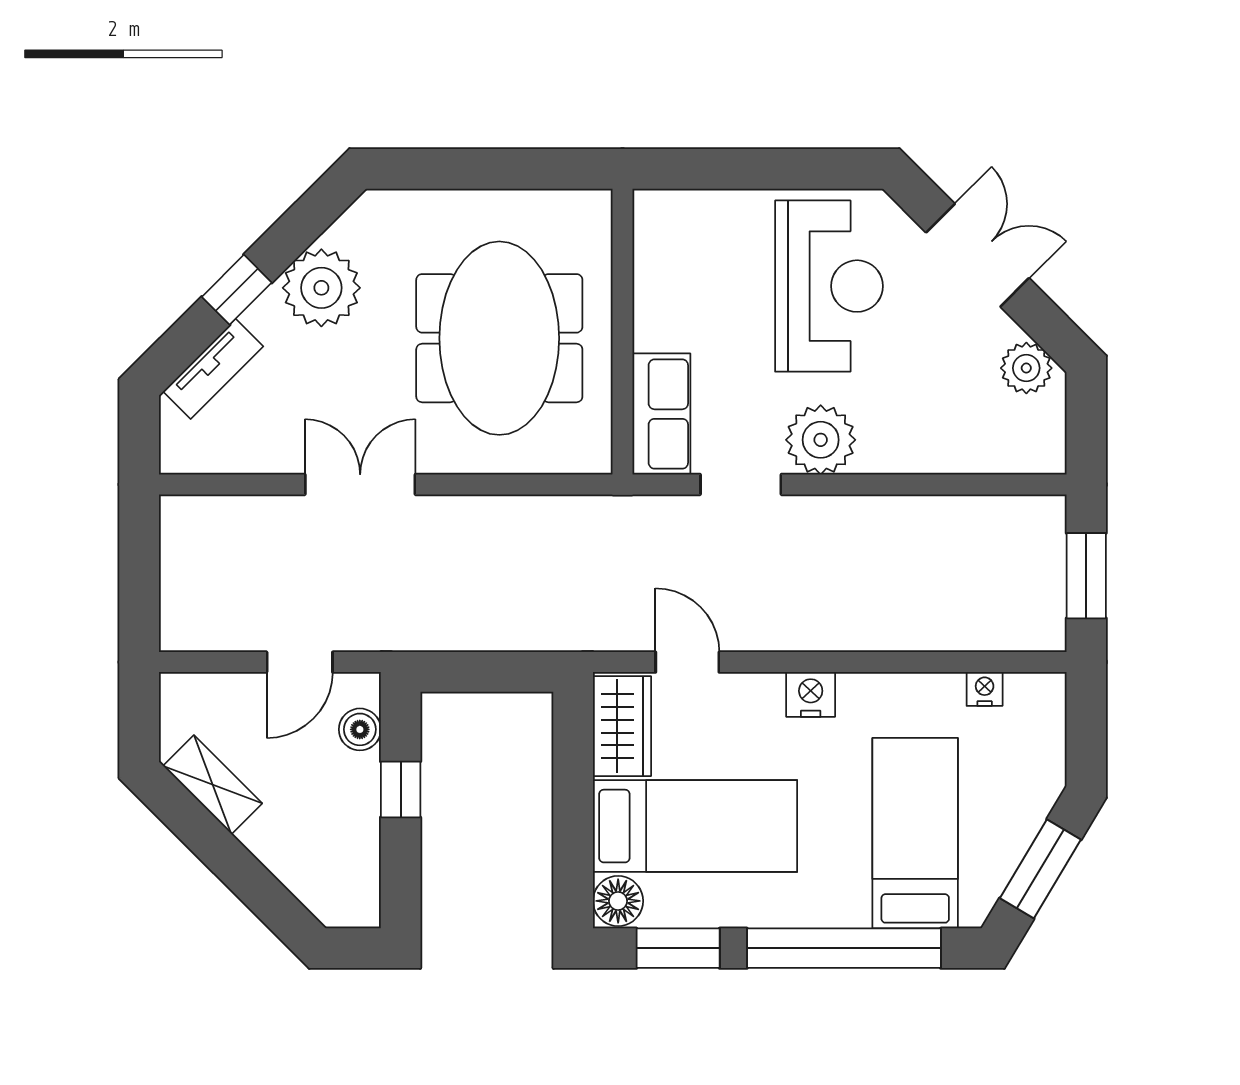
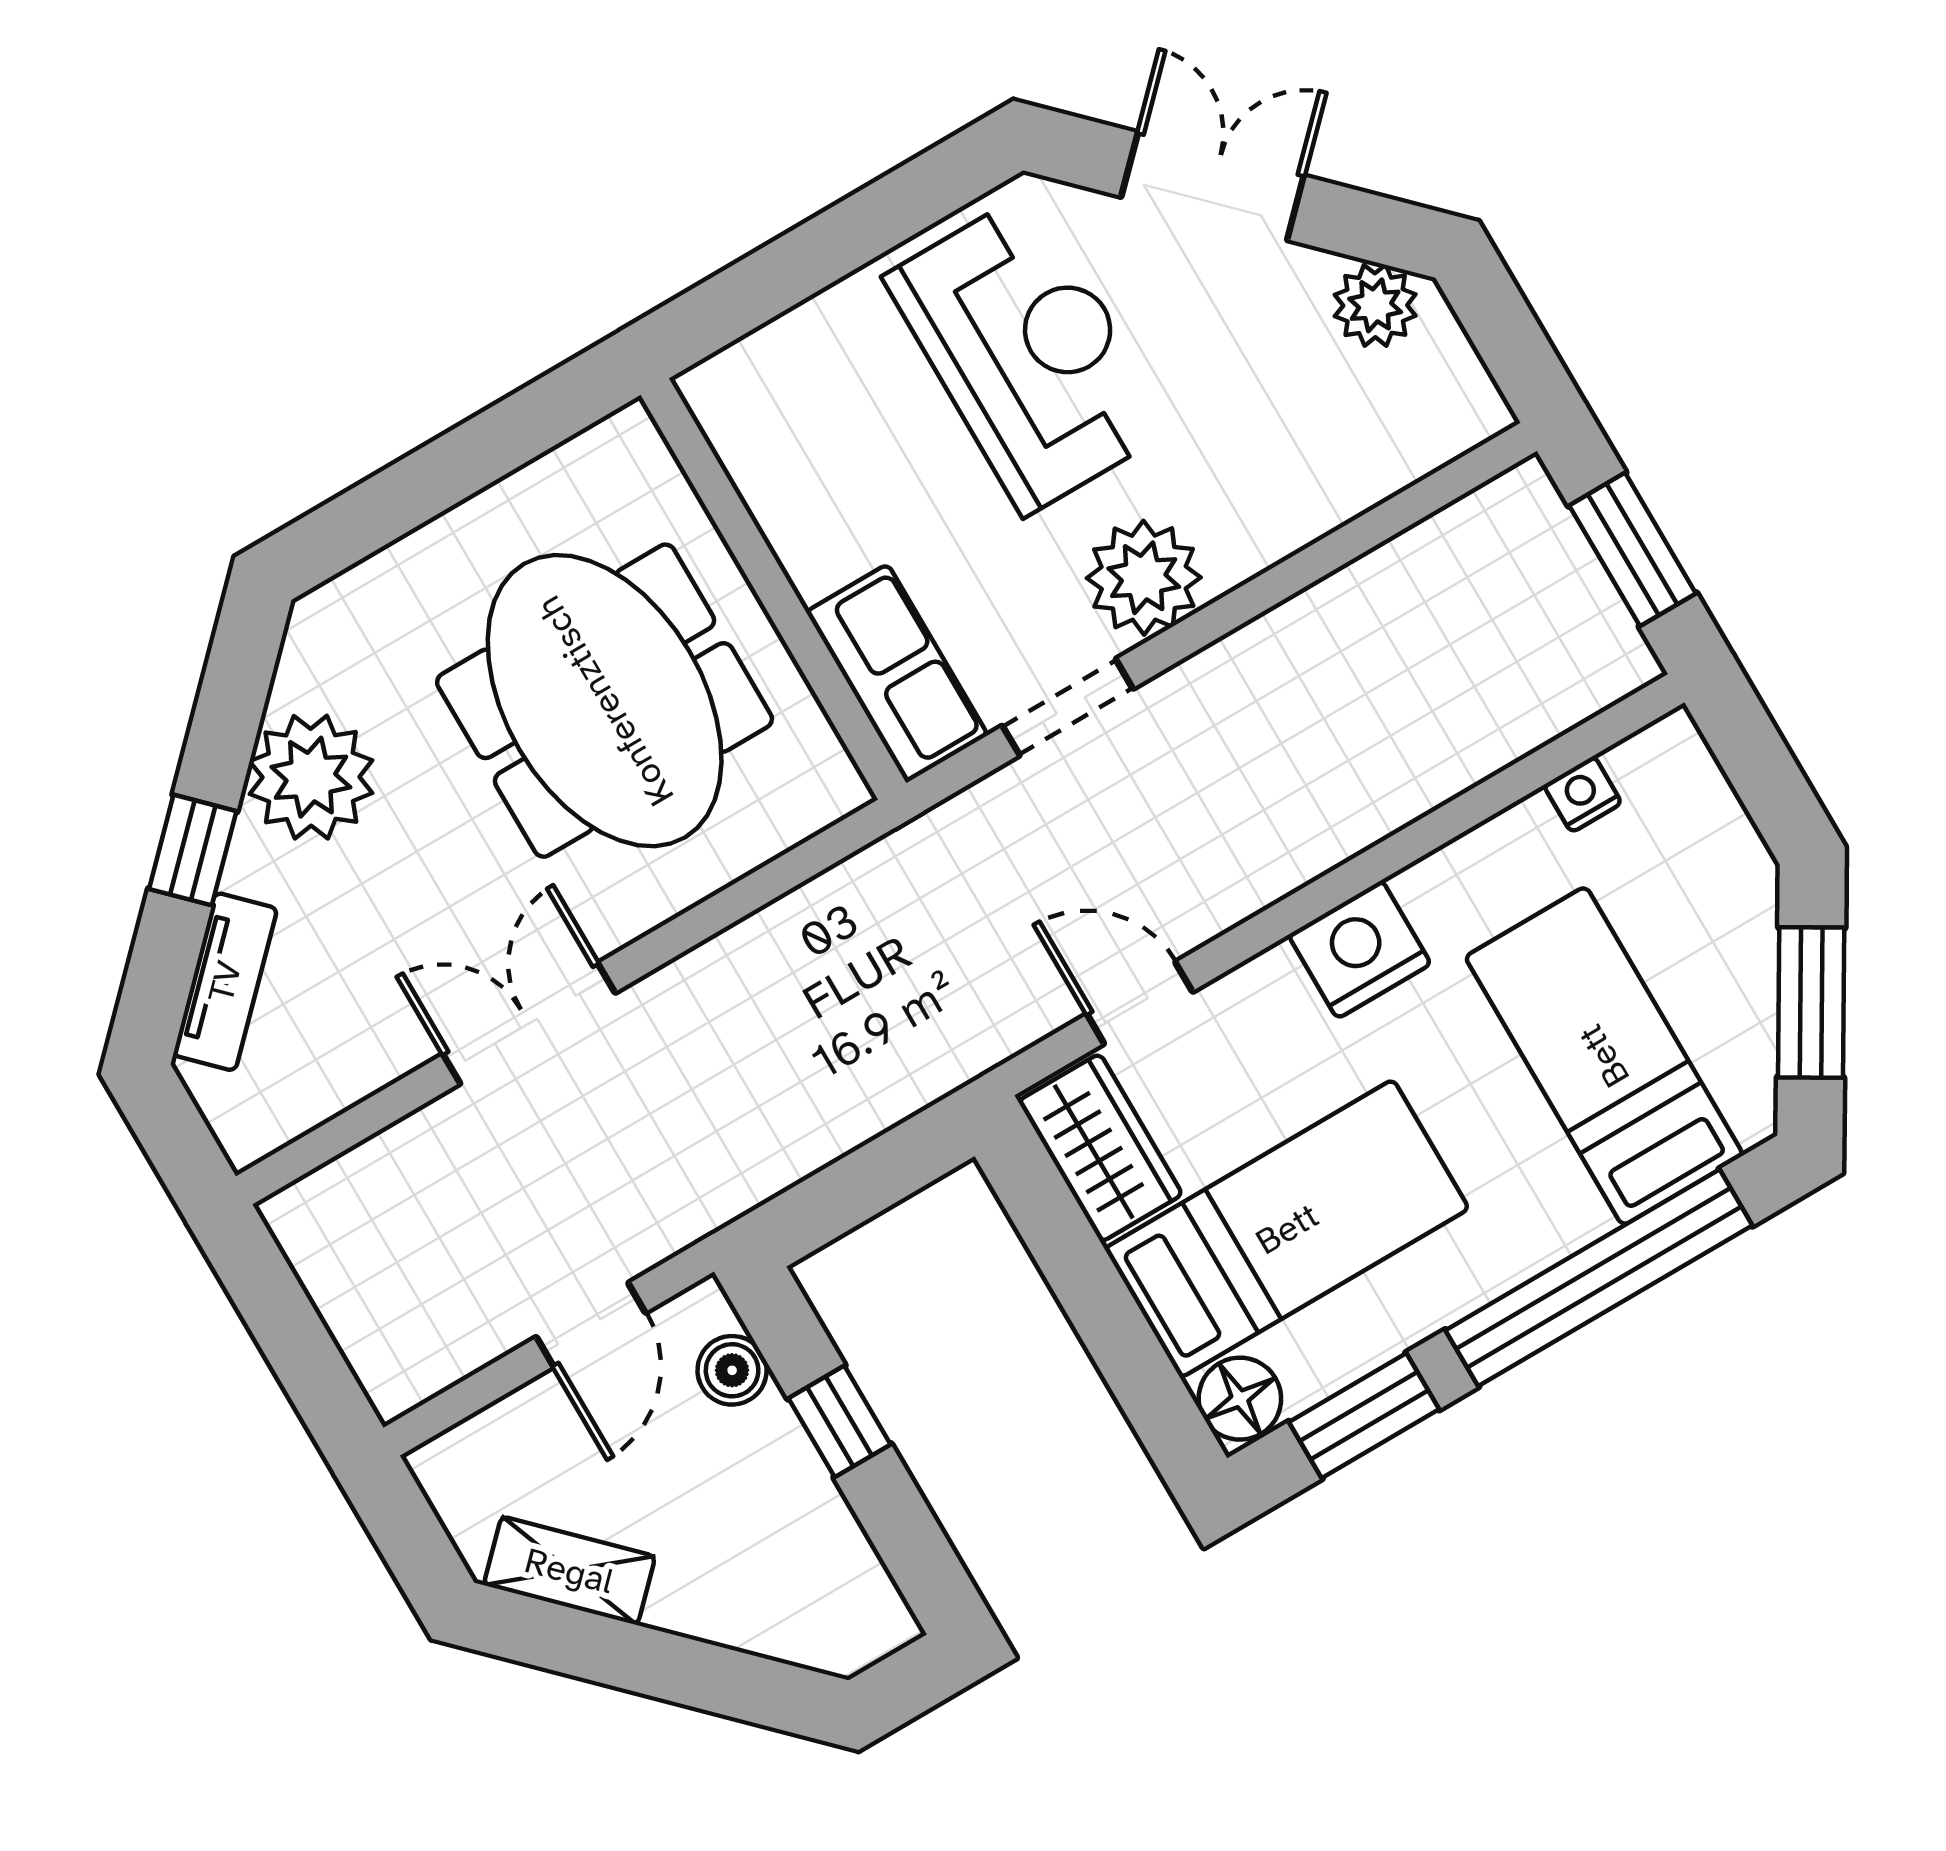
nightstand: (811, 694) -> (1360, 949), width x1.36, depth x1.33

